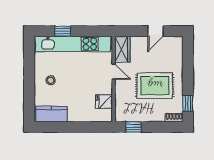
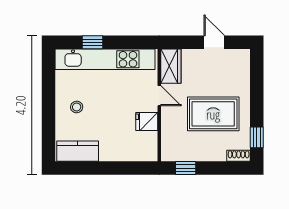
door: (156, 31) -> (214, 42), swing flipped
fridge: (104, 102) -> (147, 121), moved

